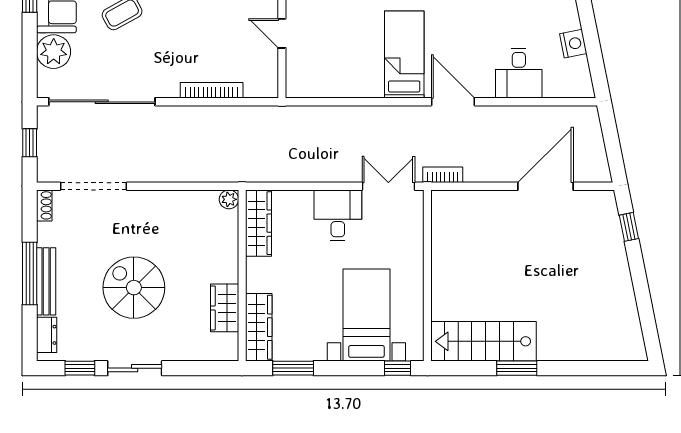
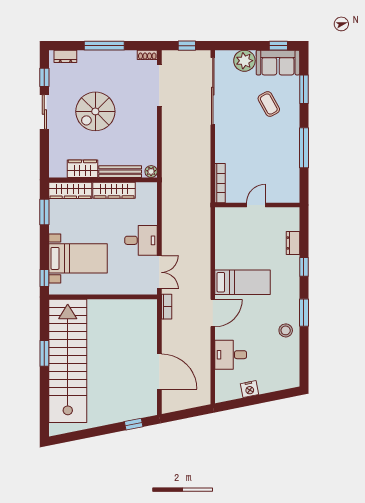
bookcase: (212, 90) -> (220, 183), moved
wardrobe: (258, 223) -> (114, 190), moved
bench: (46, 281) -> (120, 172), moved
spiral stairs: (134, 288) -> (95, 111), turned 180
stairs: (484, 341) -> (68, 361), width x1.86, depth x1.51

